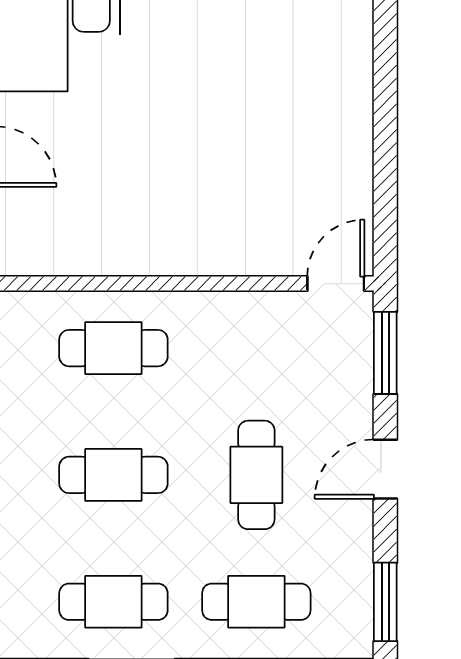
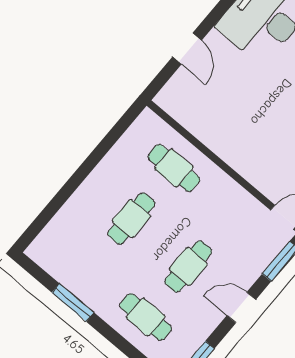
cafe table: (113, 475) -> (131, 218), turned 90
cafe table: (113, 602) -> (89, 269), removed

